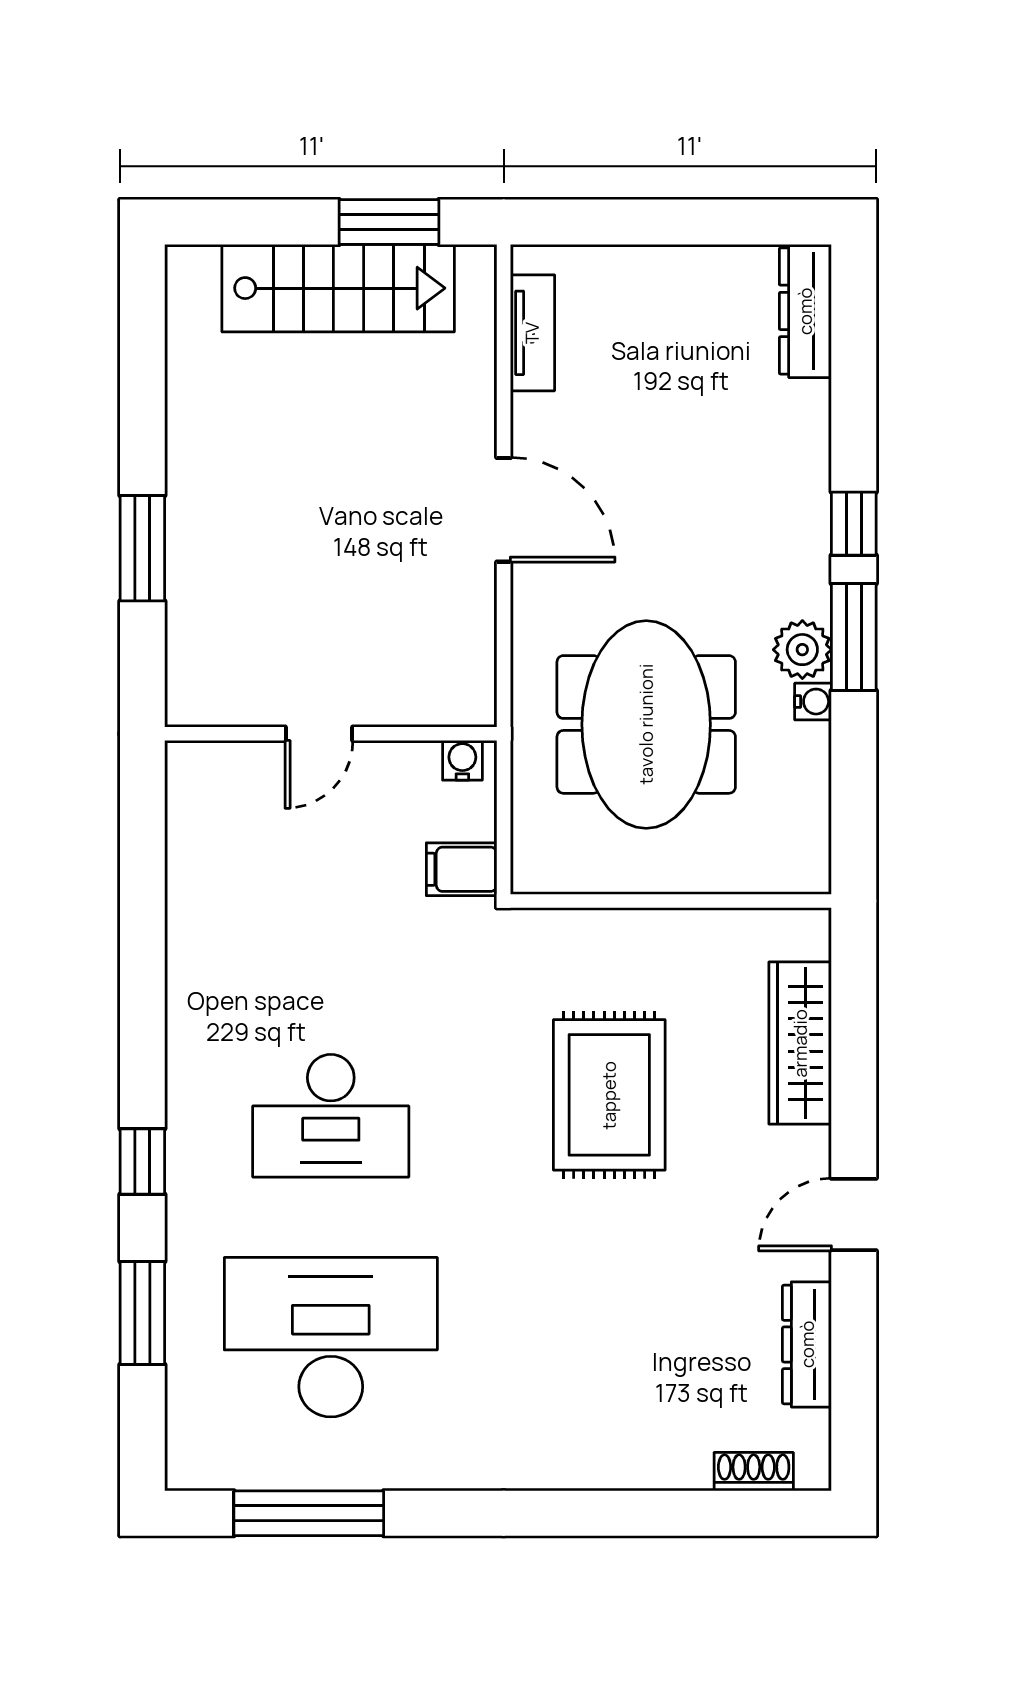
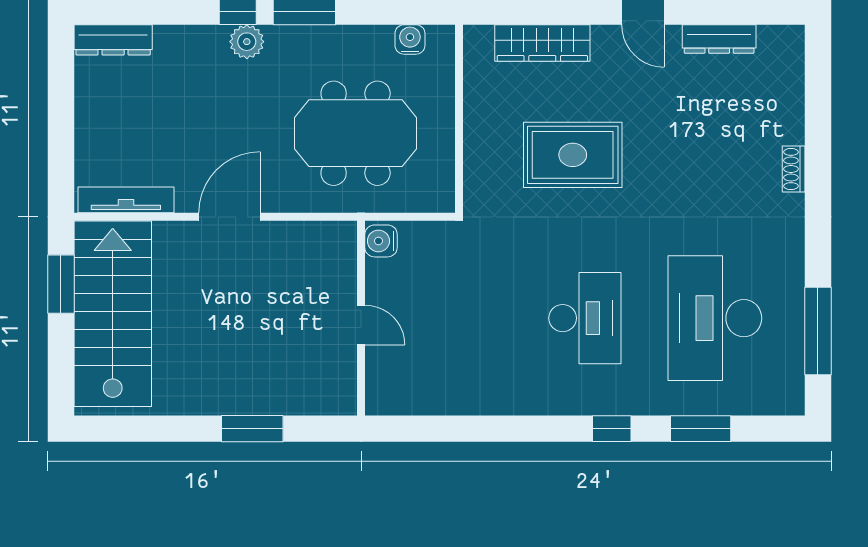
stairs: (338, 288) -> (113, 314), width x1.36, depth x1.51
tv unit: (532, 333) -> (126, 200), width x1.41
plant: (802, 650) -> (247, 42), moved
water cooler: (813, 702) -> (410, 39), moved, width x1.38, depth x1.38
water cooler: (462, 760) -> (381, 241), width x1.38, depth x1.38
filing cabinet: (462, 869) -> (440, 241), removed
shoe rack: (754, 1472) -> (794, 169), moved

